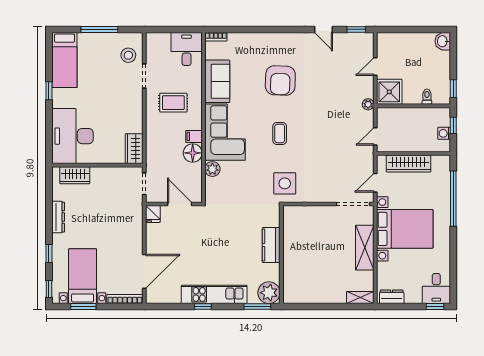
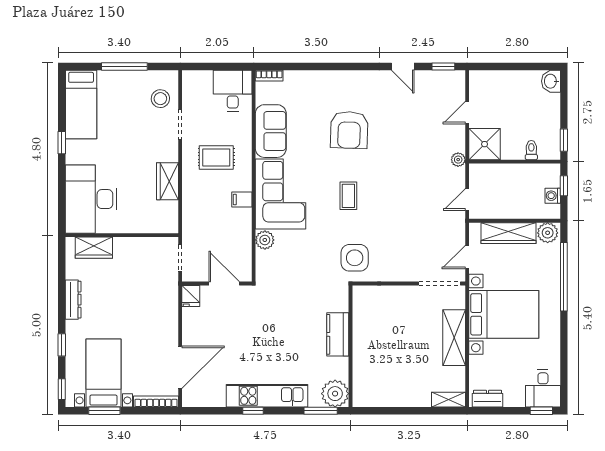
wardrobe: (134, 149) -> (168, 181), moved
floor lamp: (193, 153) -> (240, 220), removed
plant: (440, 163) -> (548, 233), added

